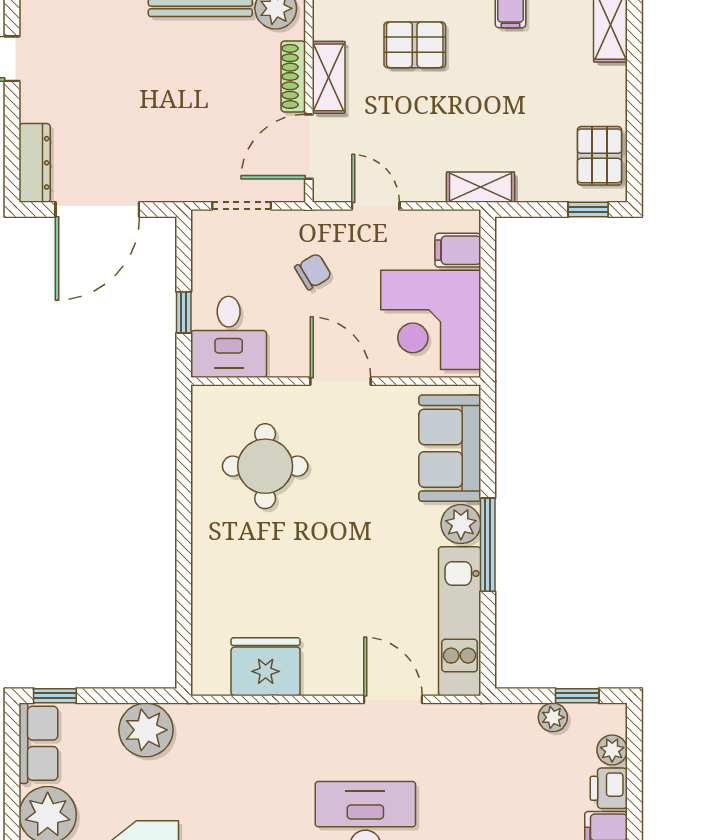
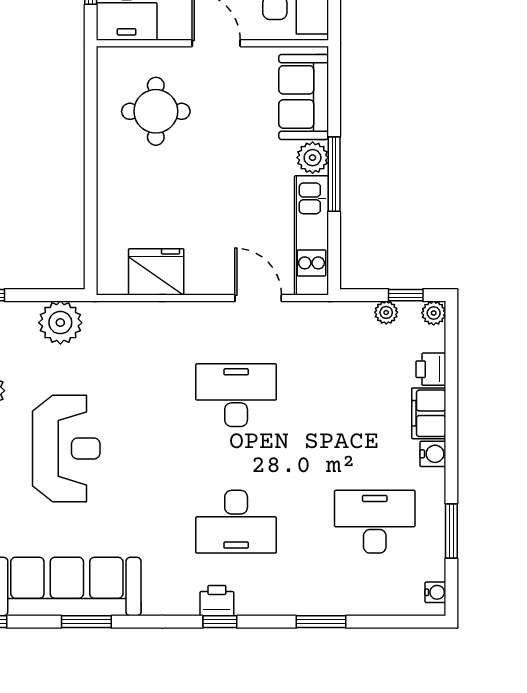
plant: (612, 750) -> (434, 313), moved

